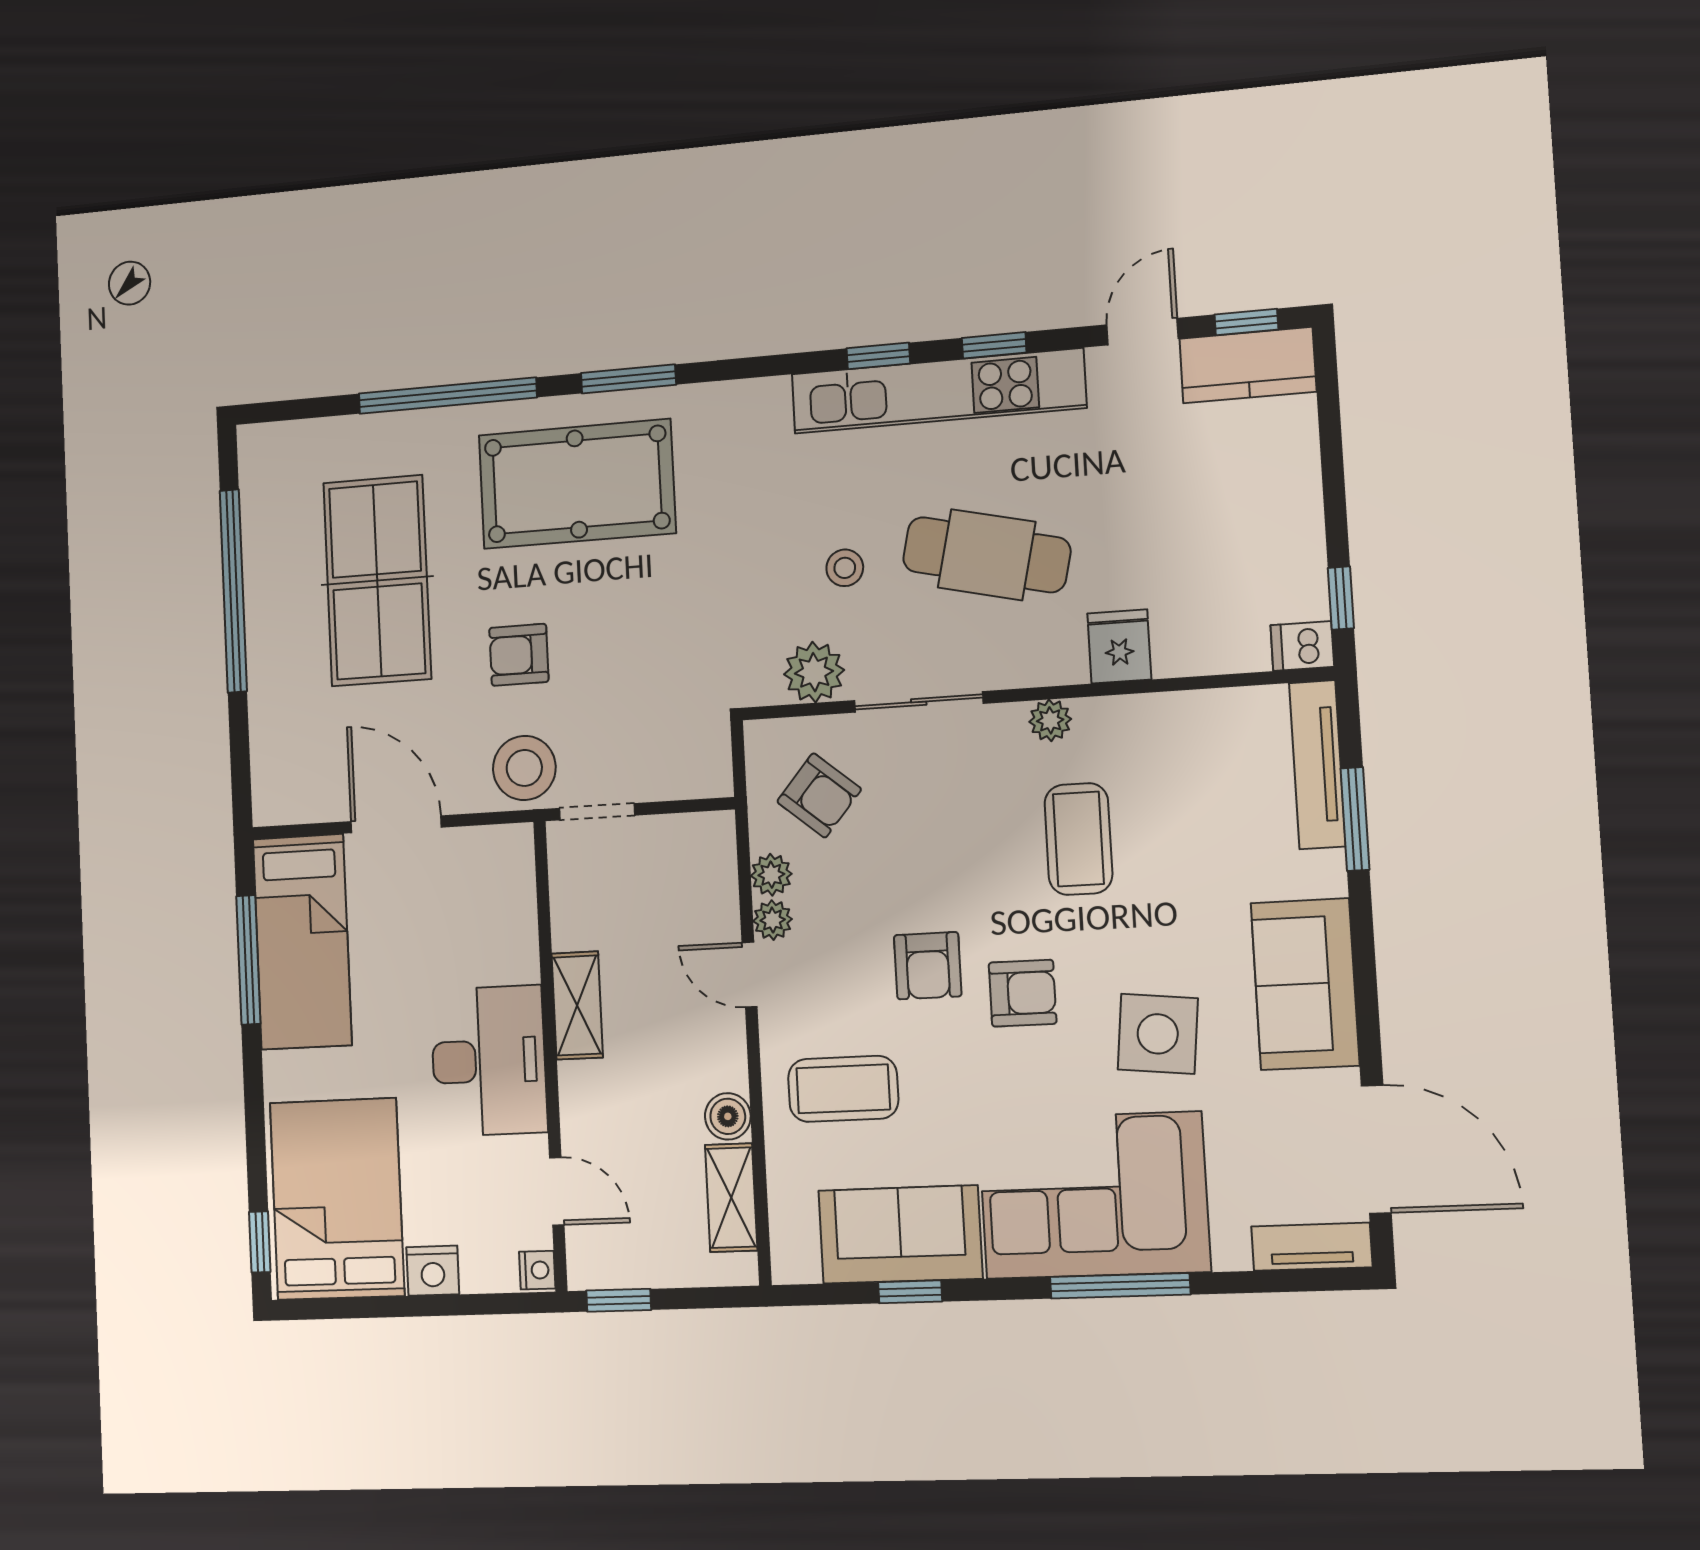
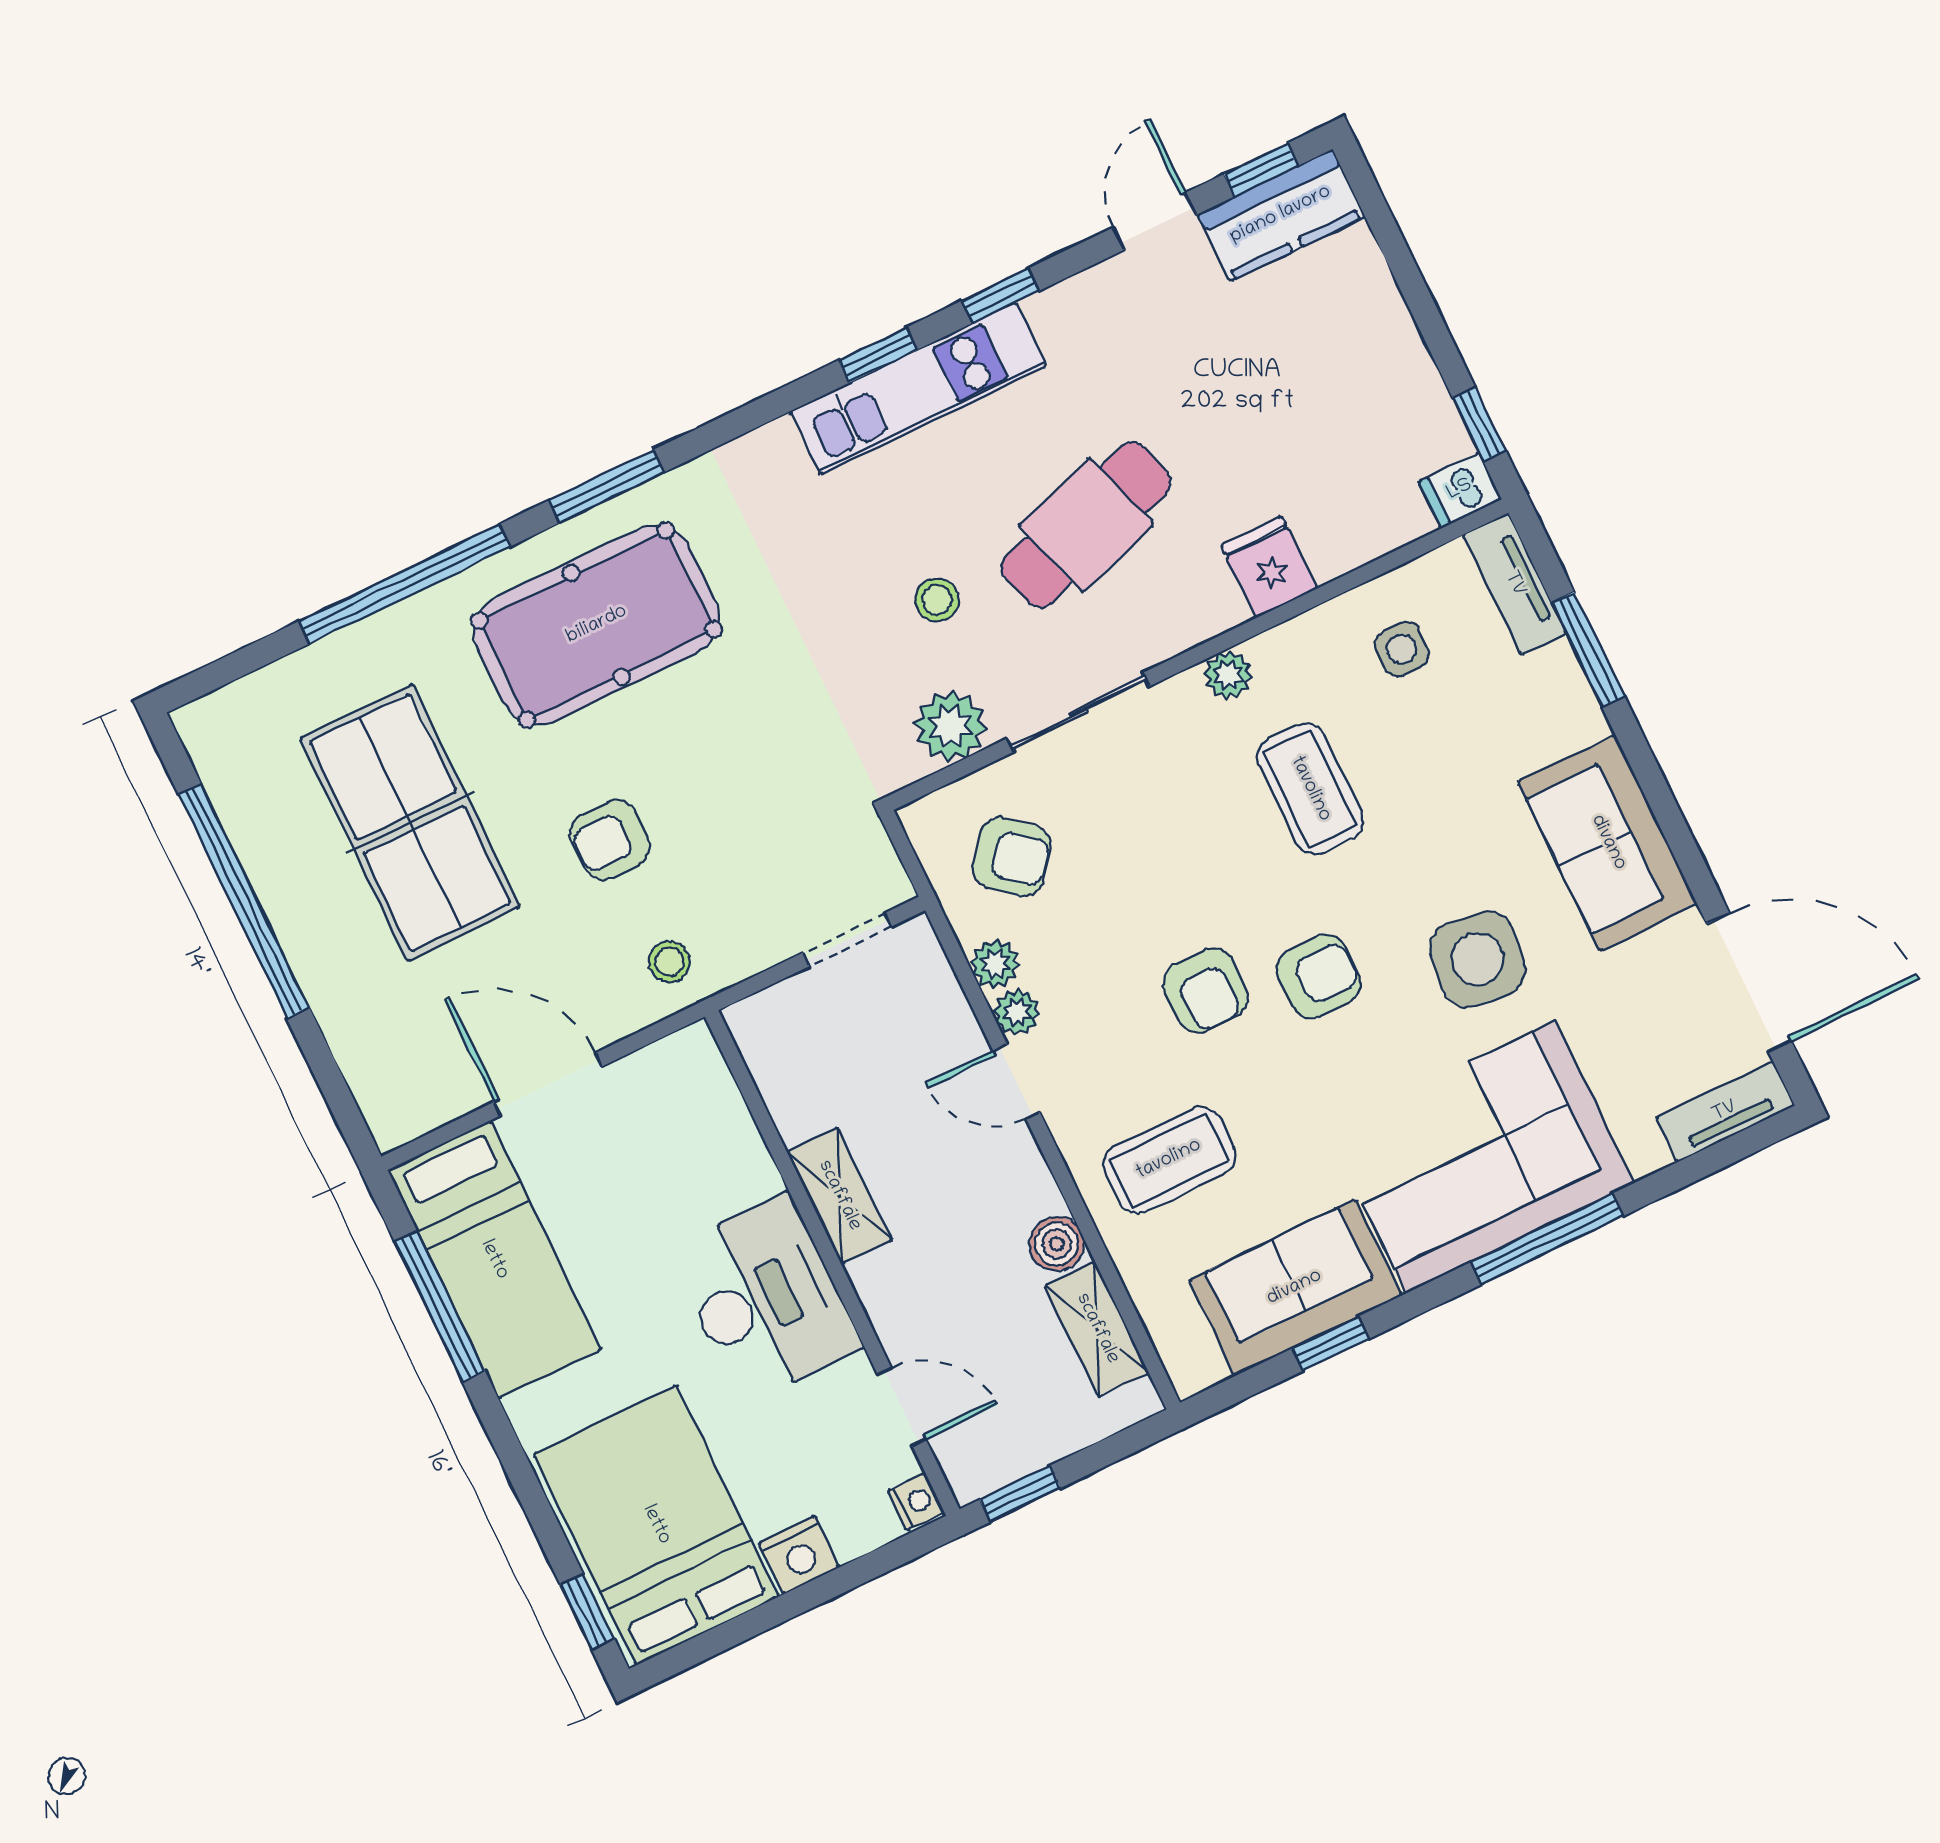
kitchen unit: (938, 391) -> (918, 388), width x0.73
cafe table: (987, 555) -> (1086, 525), turned -31
side table: (1200, 756) -> (1402, 649), added
tv unit: (1317, 765) -> (1514, 584), width x0.71
stool: (524, 768) -> (669, 962), width x0.53, depth x0.53
doorway: (597, 812) -> (847, 940), moved

